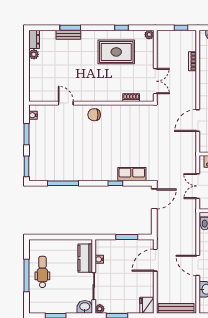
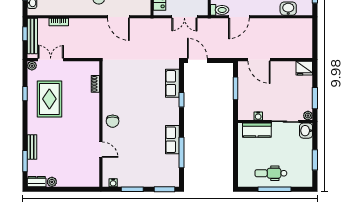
window: (70, 28) -> (25, 161), moved
double door: (155, 81) -> (51, 60), moved
door: (66, 103) -> (101, 150), swing flipped
row of seats: (76, 174) -> (172, 140), added
door: (198, 265) -> (239, 17), moved
bench: (176, 308) -> (32, 36), moved

